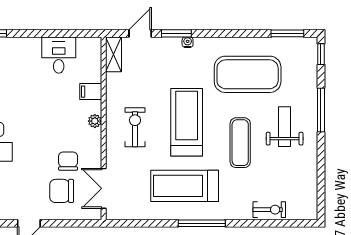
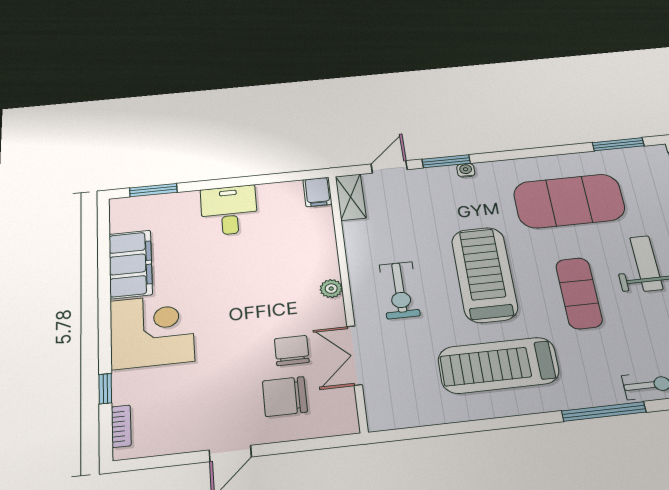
desk: (59, 55) -> (229, 210), moved
filing cabinet: (91, 92) -> (317, 192), moved, turned -90
exercise bike: (135, 127) -> (400, 290), turned 180
double door: (104, 188) -> (355, 355), moved
window: (202, 223) -> (604, 411), moved

